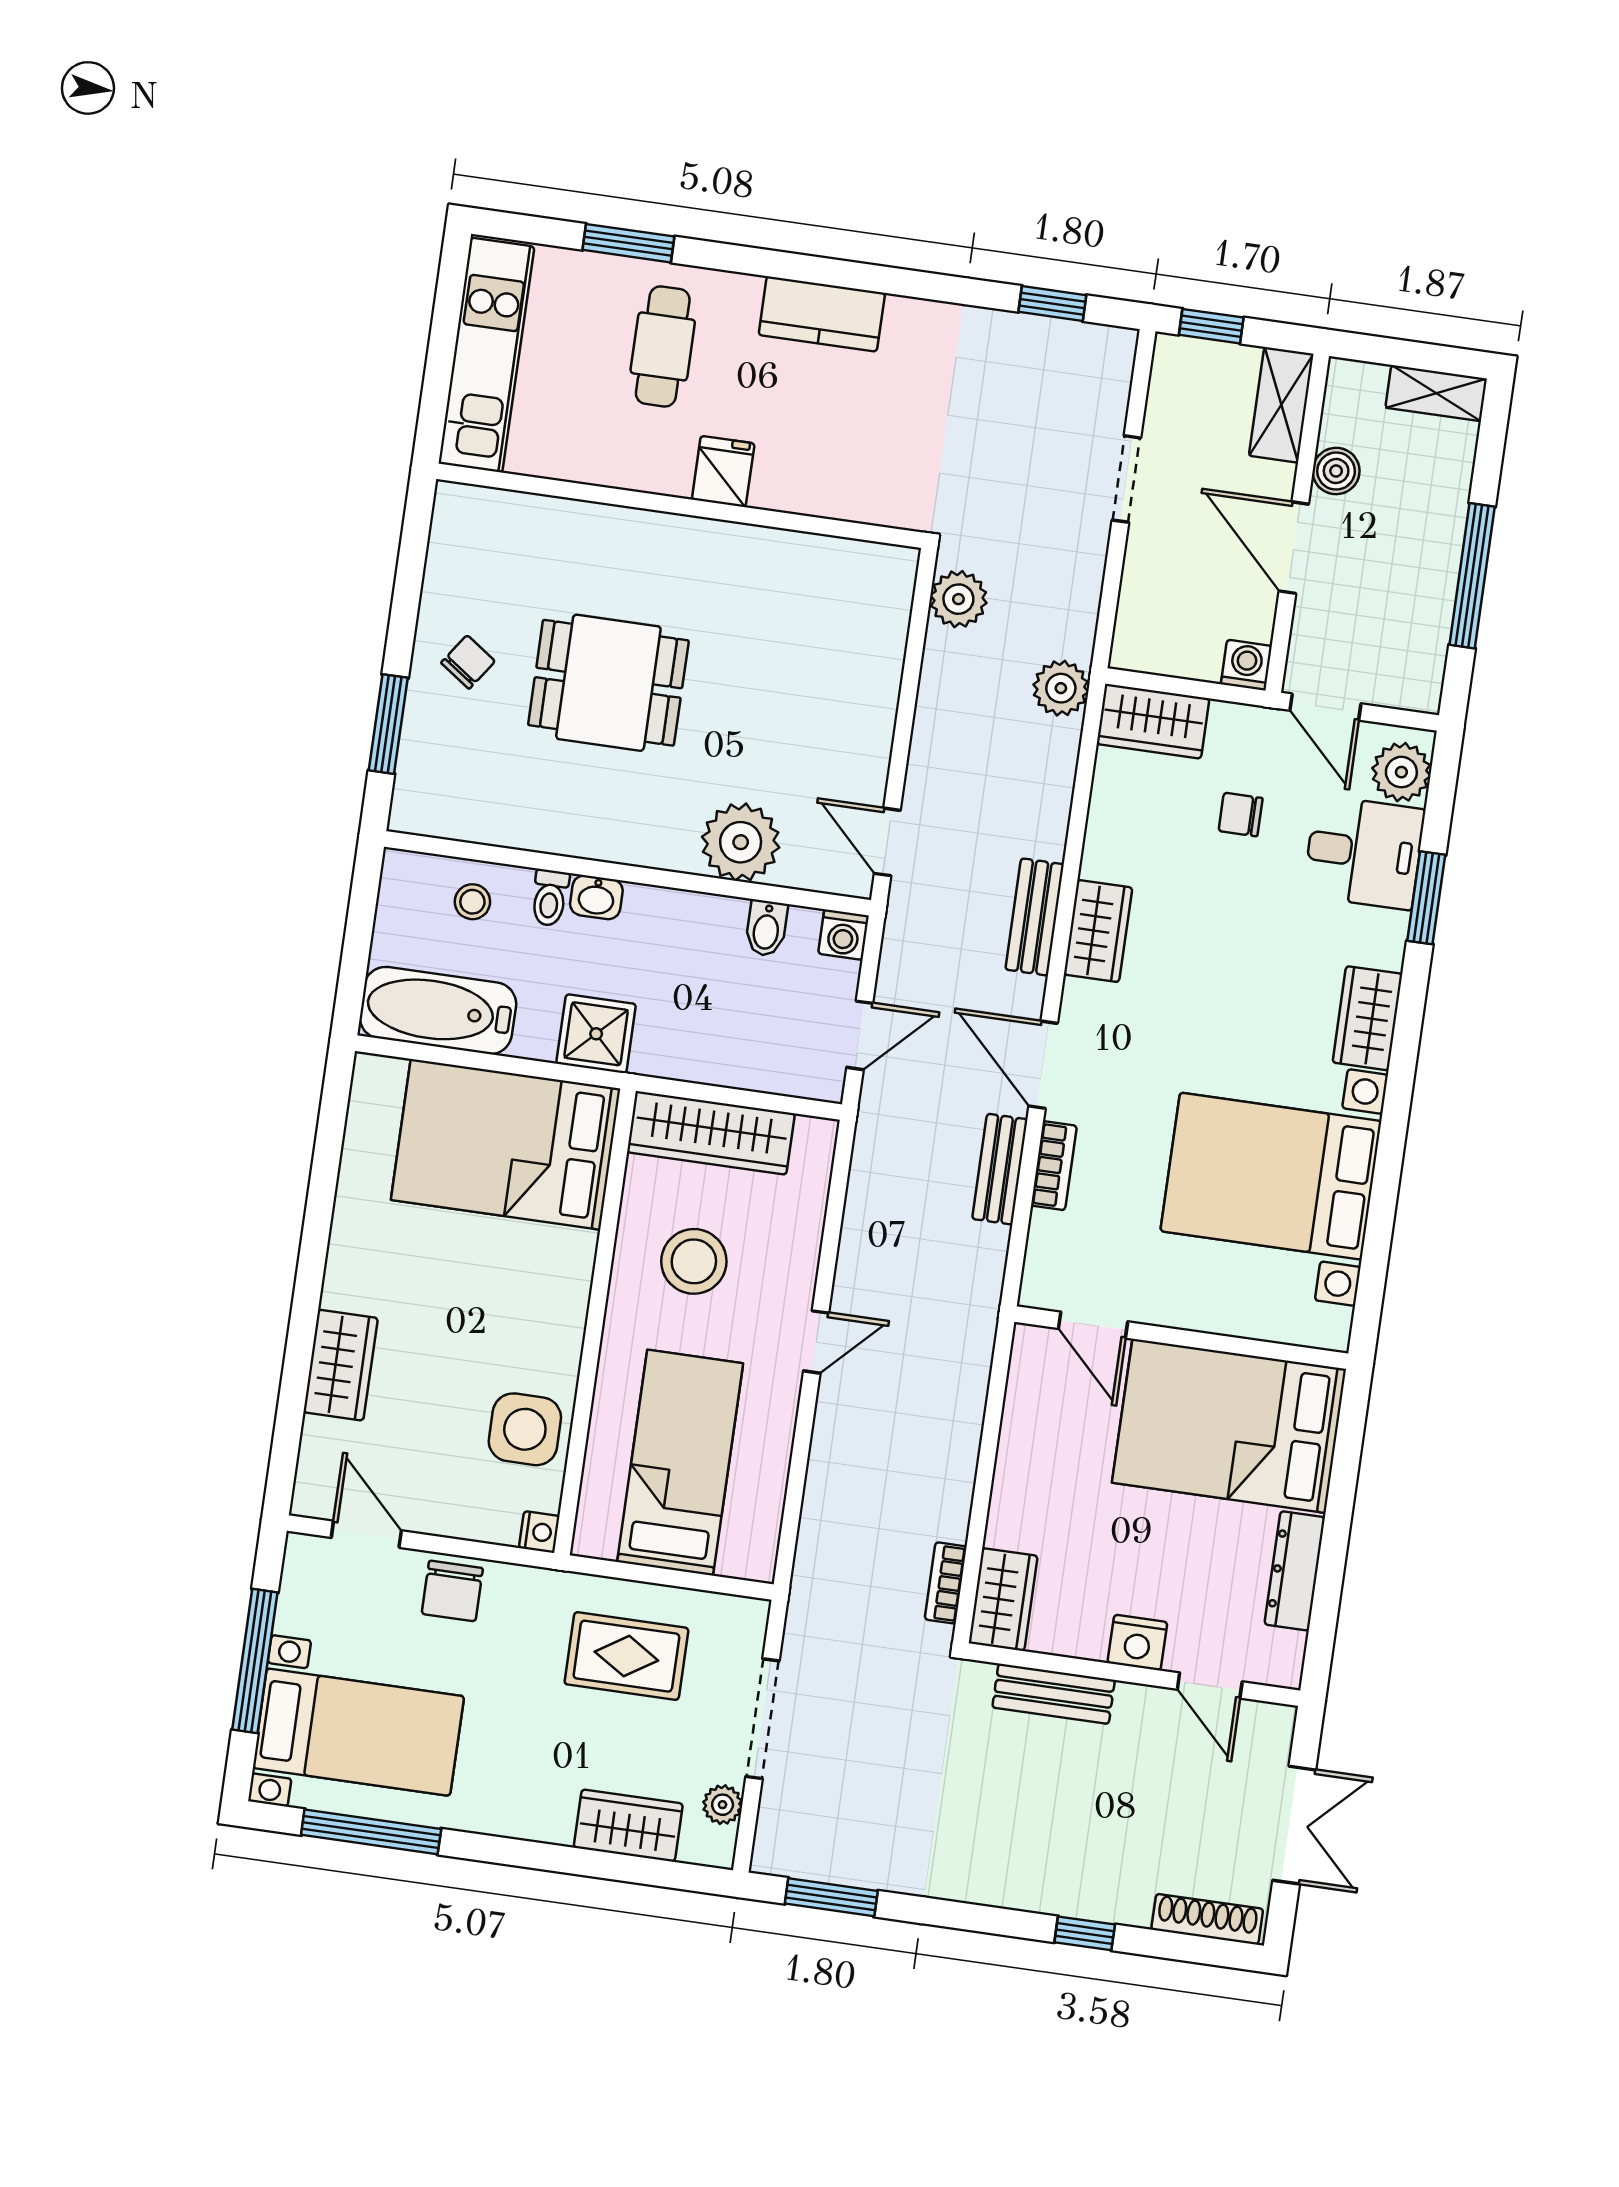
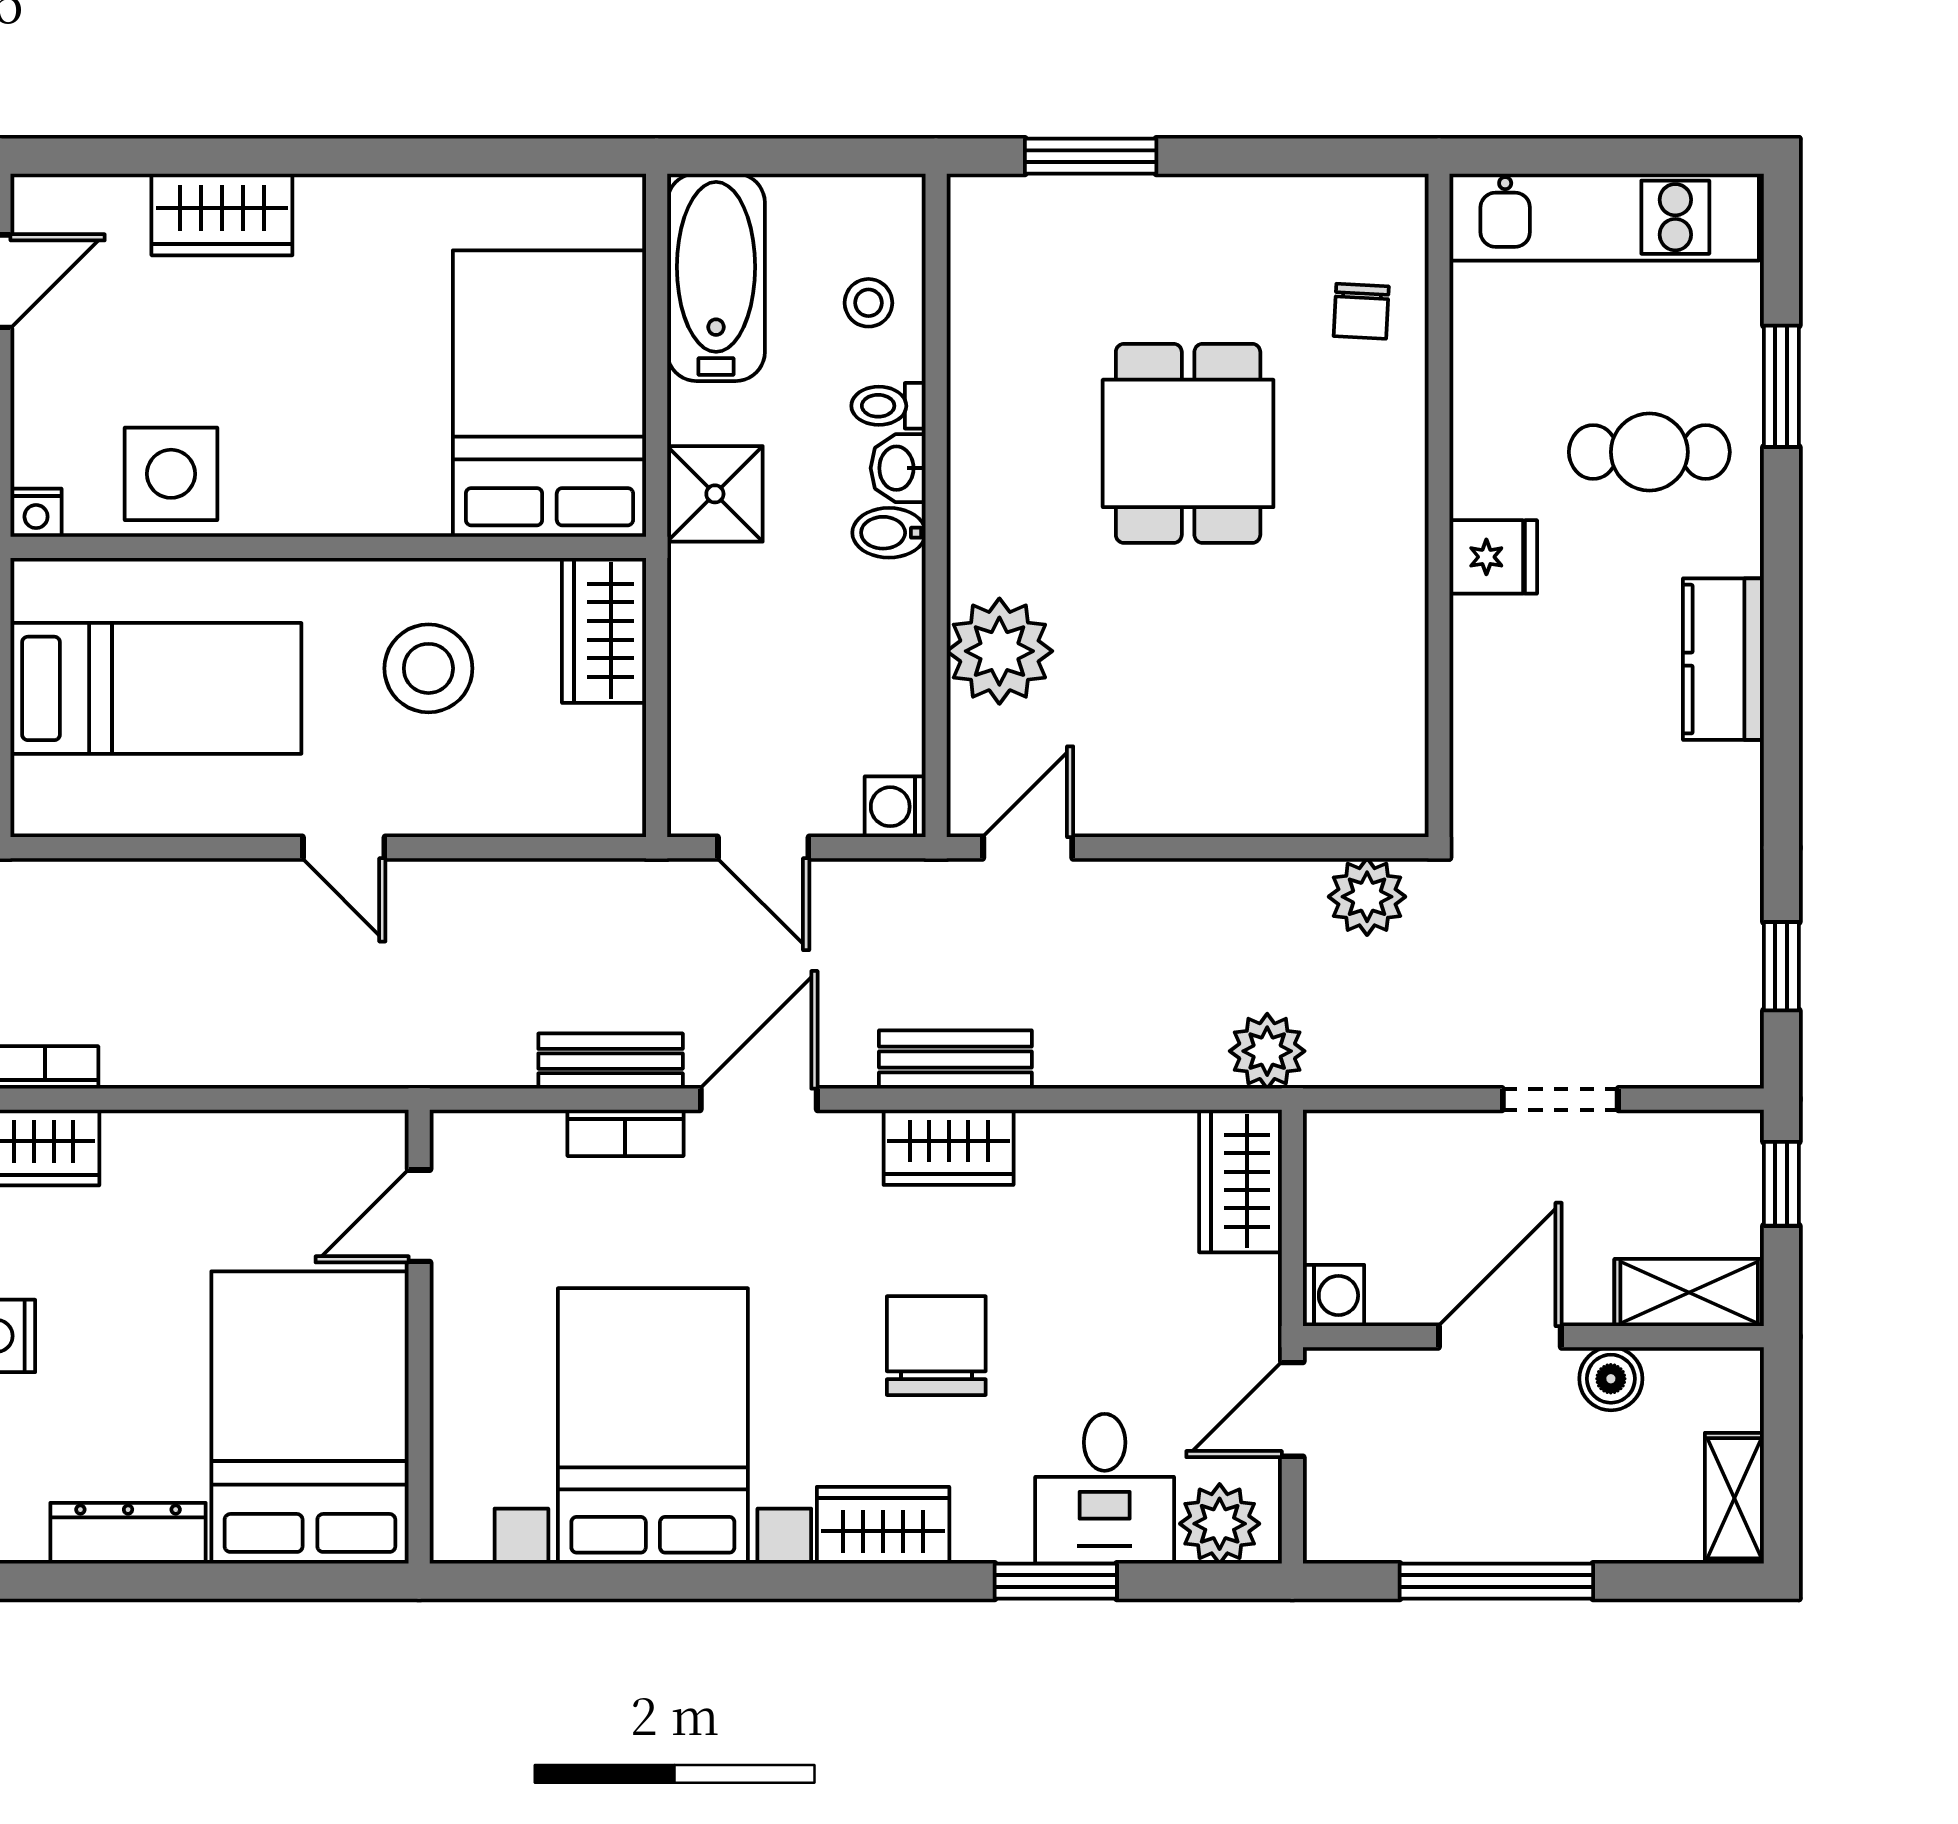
chair: (468, 662) -> (1361, 311), moved, turned 58
chair: (1241, 815) -> (936, 1346), moved, width x1.87, depth x1.87
bidet: (766, 928) -> (889, 533), moved
wardrobe: (711, 1133) -> (604, 630), width x0.67

